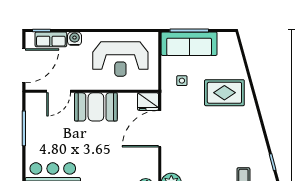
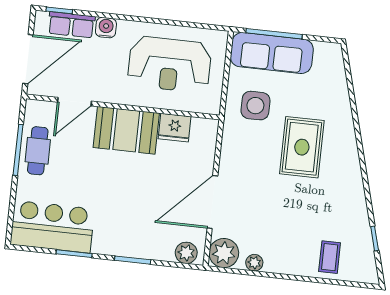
side table: (182, 81) -> (255, 106), width x1.87, depth x1.87
rug: (224, 93) -> (302, 147), moved, turned 90
fridge: (148, 102) -> (175, 128), moved
cafe table: (37, 127) -> (38, 151), added
door: (160, 129) -> (212, 202), moved

